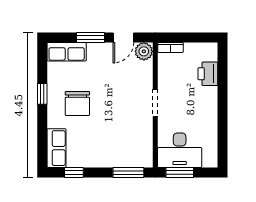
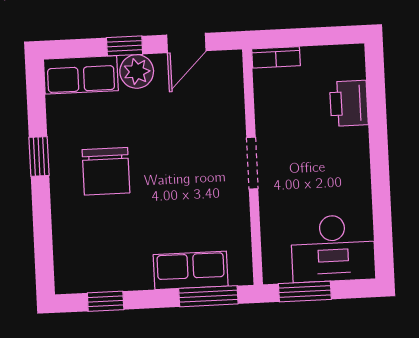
window: (91, 38) -> (125, 46), width x0.67
plant: (144, 51) -> (137, 71), moved
row of seats: (56, 148) -> (191, 270), moved, turned -90
desk: (180, 150) -> (333, 248), moved

